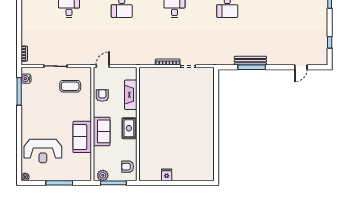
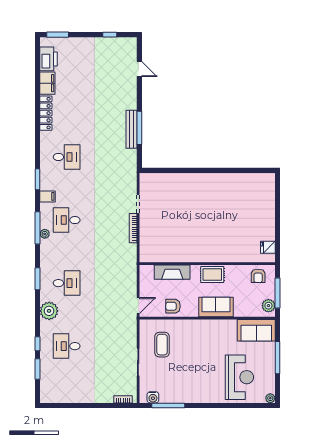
door: (103, 66) -> (138, 306), swing flipped
sofa: (82, 137) -> (256, 330), moved
fridge: (167, 175) -> (268, 247), moved

